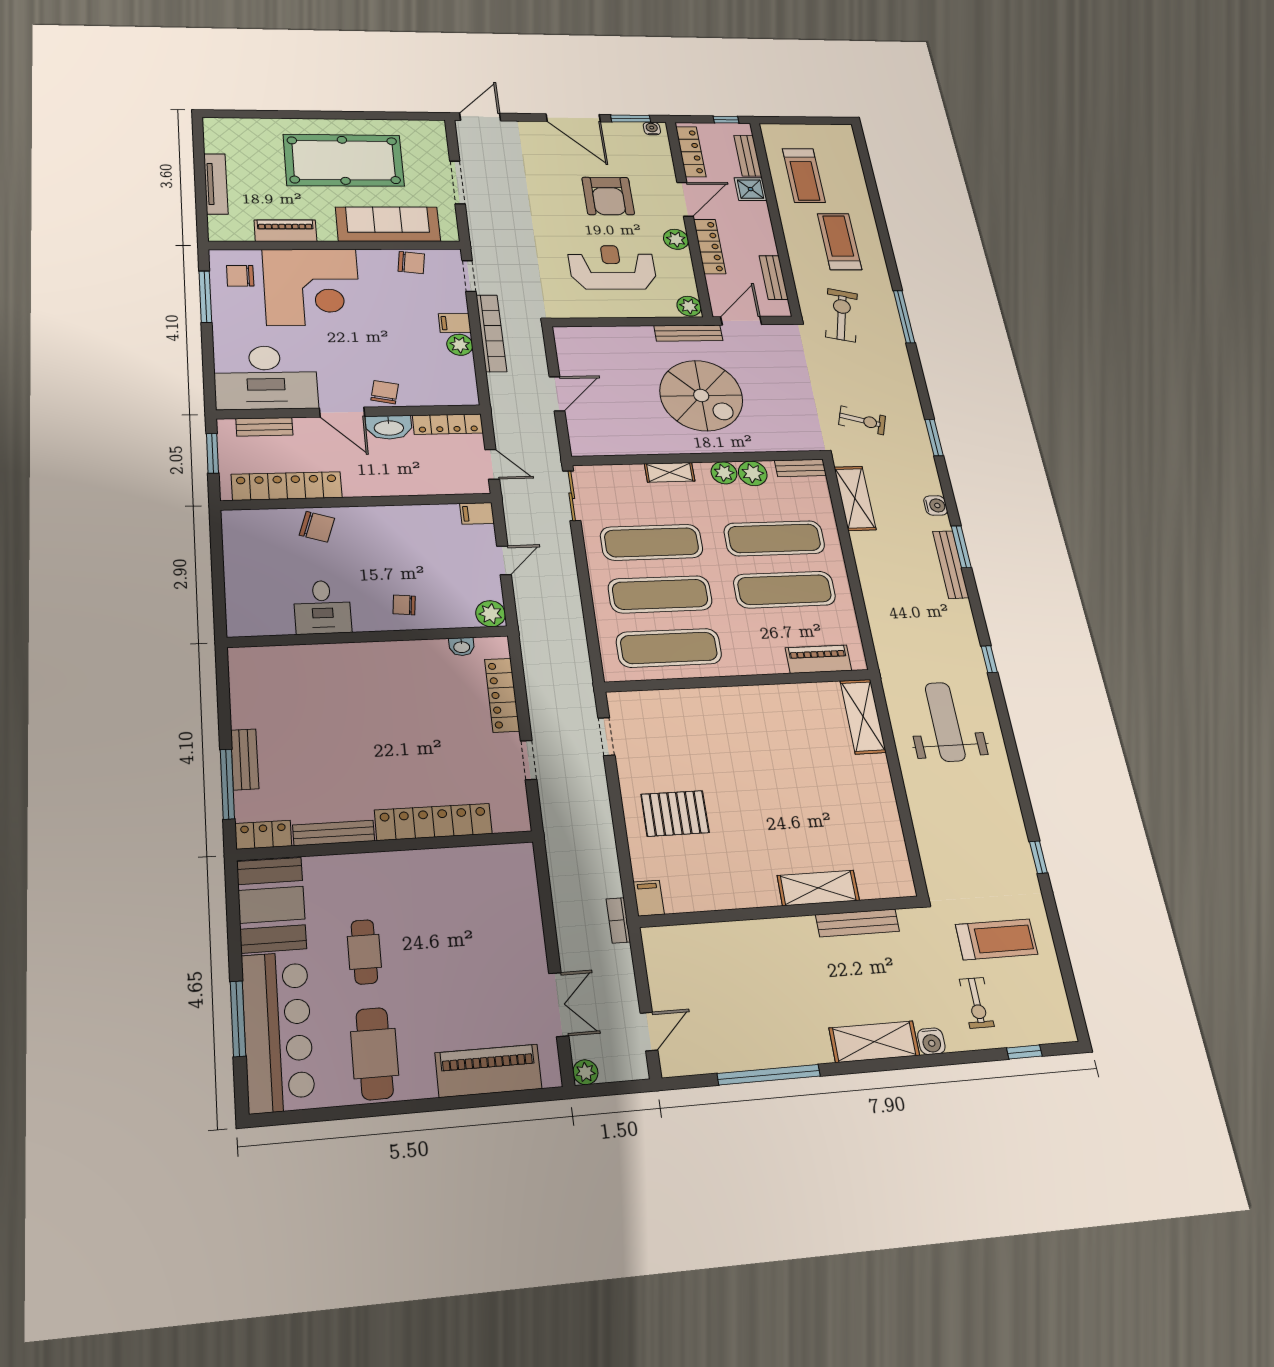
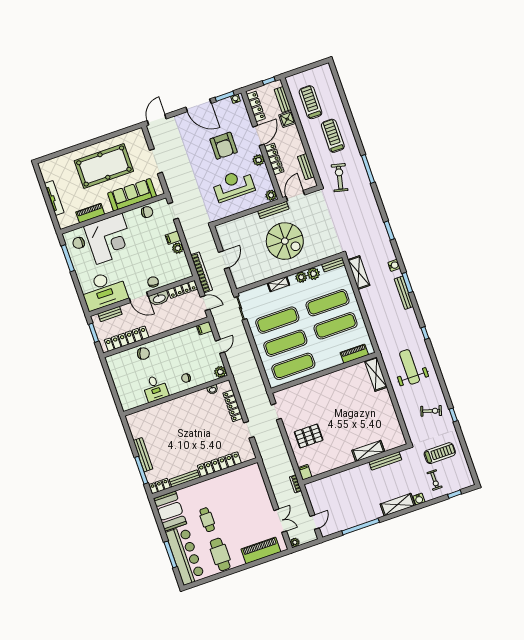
treadmill: (804, 175) -> (311, 102), turned 180
bookcase: (491, 333) -> (202, 272), moved
exercise bike: (862, 420) -> (431, 411), moved
bench: (245, 759) -> (143, 455), width x1.36

